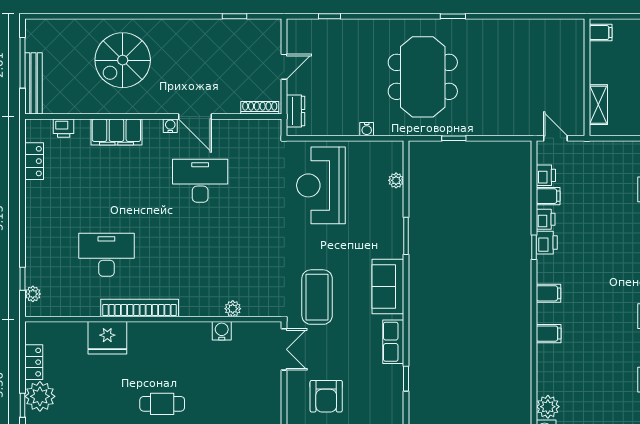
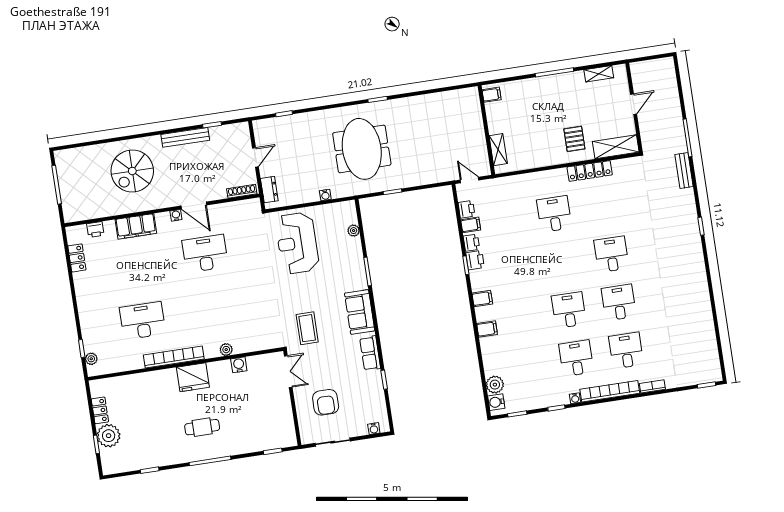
bench: (33, 83) -> (185, 137), moved, turned 90
coffee table: (317, 297) -> (307, 328), width x0.73, depth x0.76
plant: (233, 309) -> (226, 350), moved
fridge: (107, 338) -> (193, 377), moved

